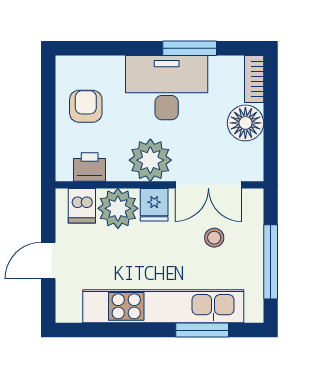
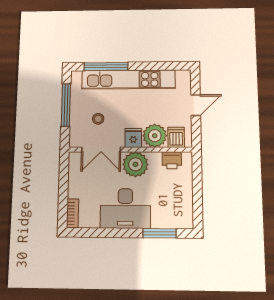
window: (190, 48) -> (159, 233), moved
armchair: (86, 106) -> (174, 197), removed
floor lamp: (245, 123) -> (78, 186), removed
double door: (208, 185) -> (101, 150), swing flipped
window: (202, 330) -> (106, 66), width x1.44

